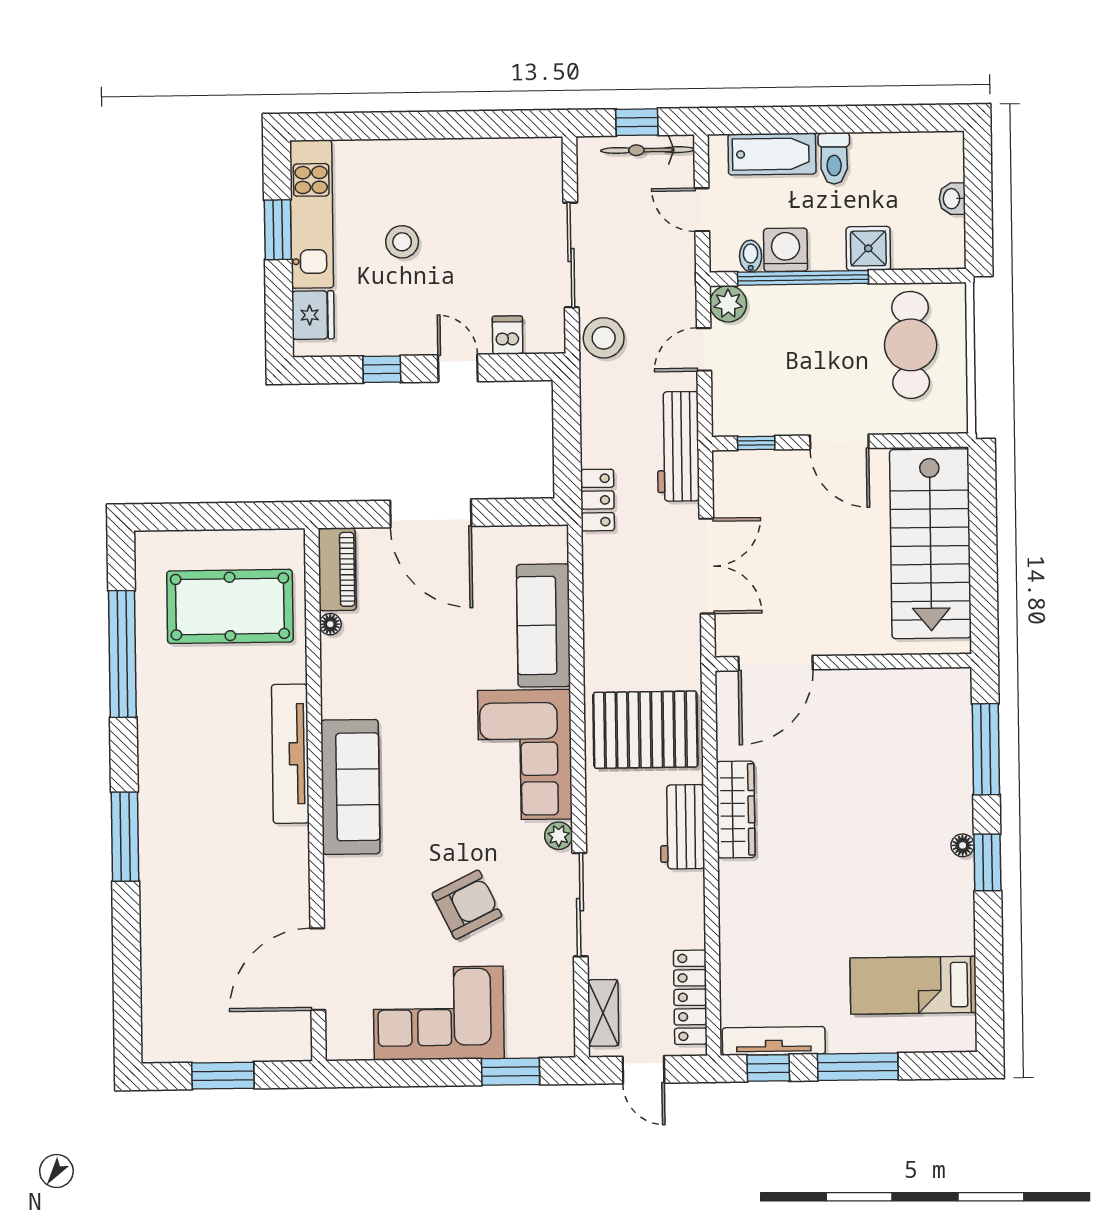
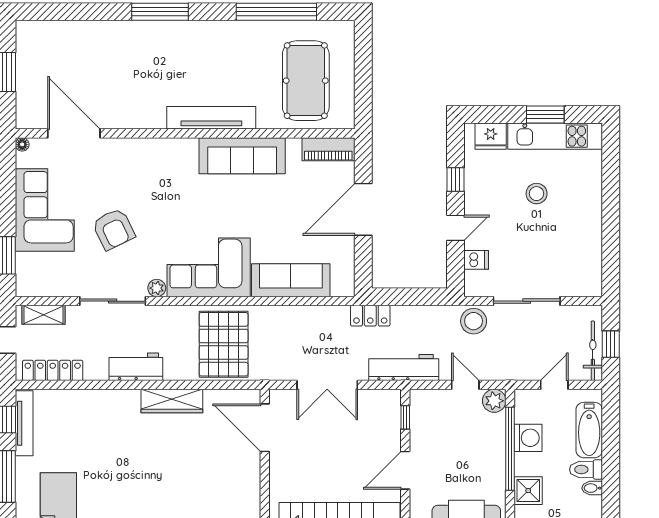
bidet: (751, 256) -> (592, 488), moved, turned 180
floor lamp: (330, 624) -> (22, 144), moved
sofa: (350, 787) -> (242, 156), moved
workbench: (682, 827) -> (136, 367), moved

